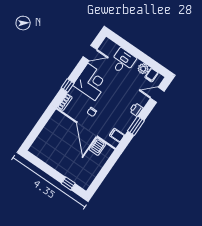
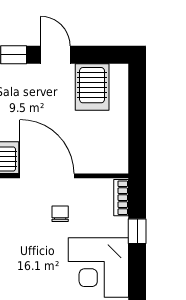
server rack: (47, 151) -> (92, 87), added
door: (53, 173) -> (55, 55), added

